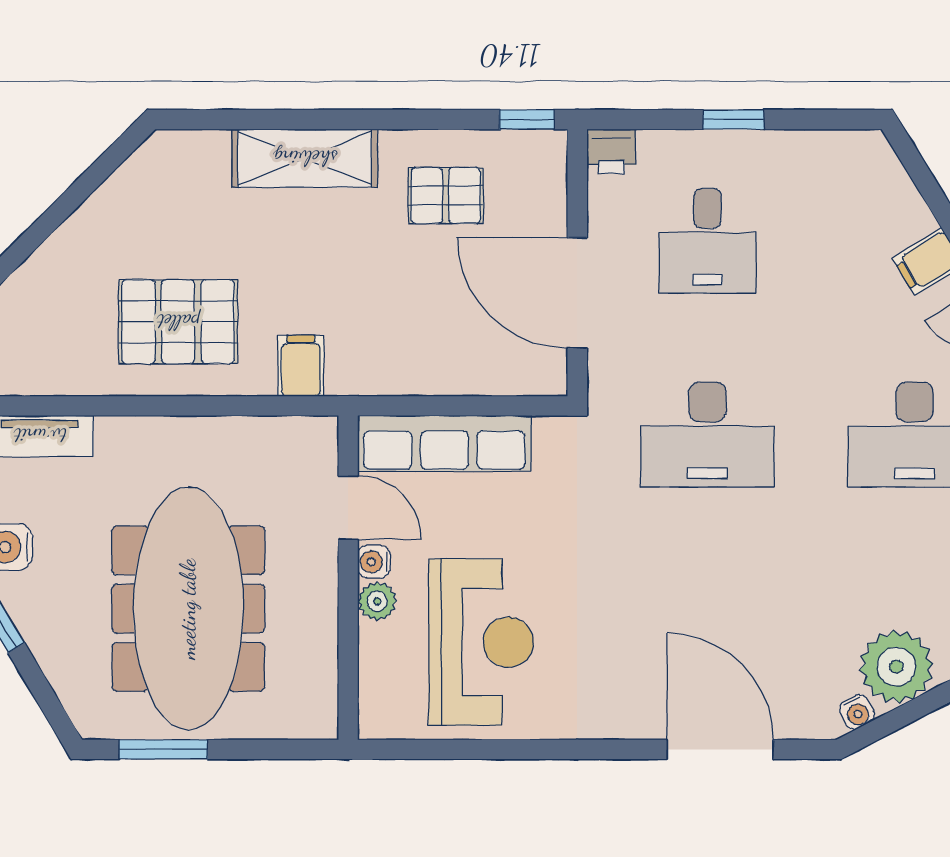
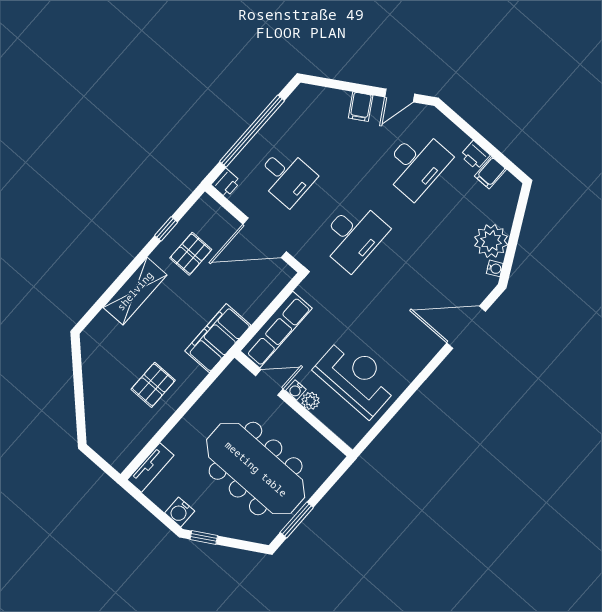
window: (527, 120) -> (166, 229), moved
window: (733, 120) -> (252, 131), width x3.17
pallet: (178, 322) -> (153, 385), width x0.67, depth x0.71
filing cabinet: (301, 366) -> (218, 338), width x3.00, depth x1.17

